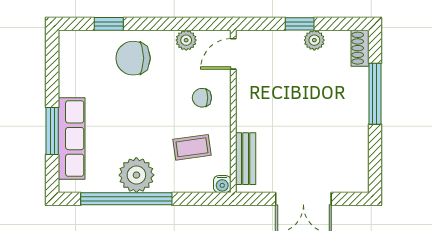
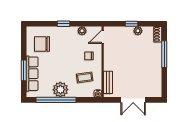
window: (109, 24) -> (64, 24), moved
chair: (133, 58) -> (42, 44), moved

